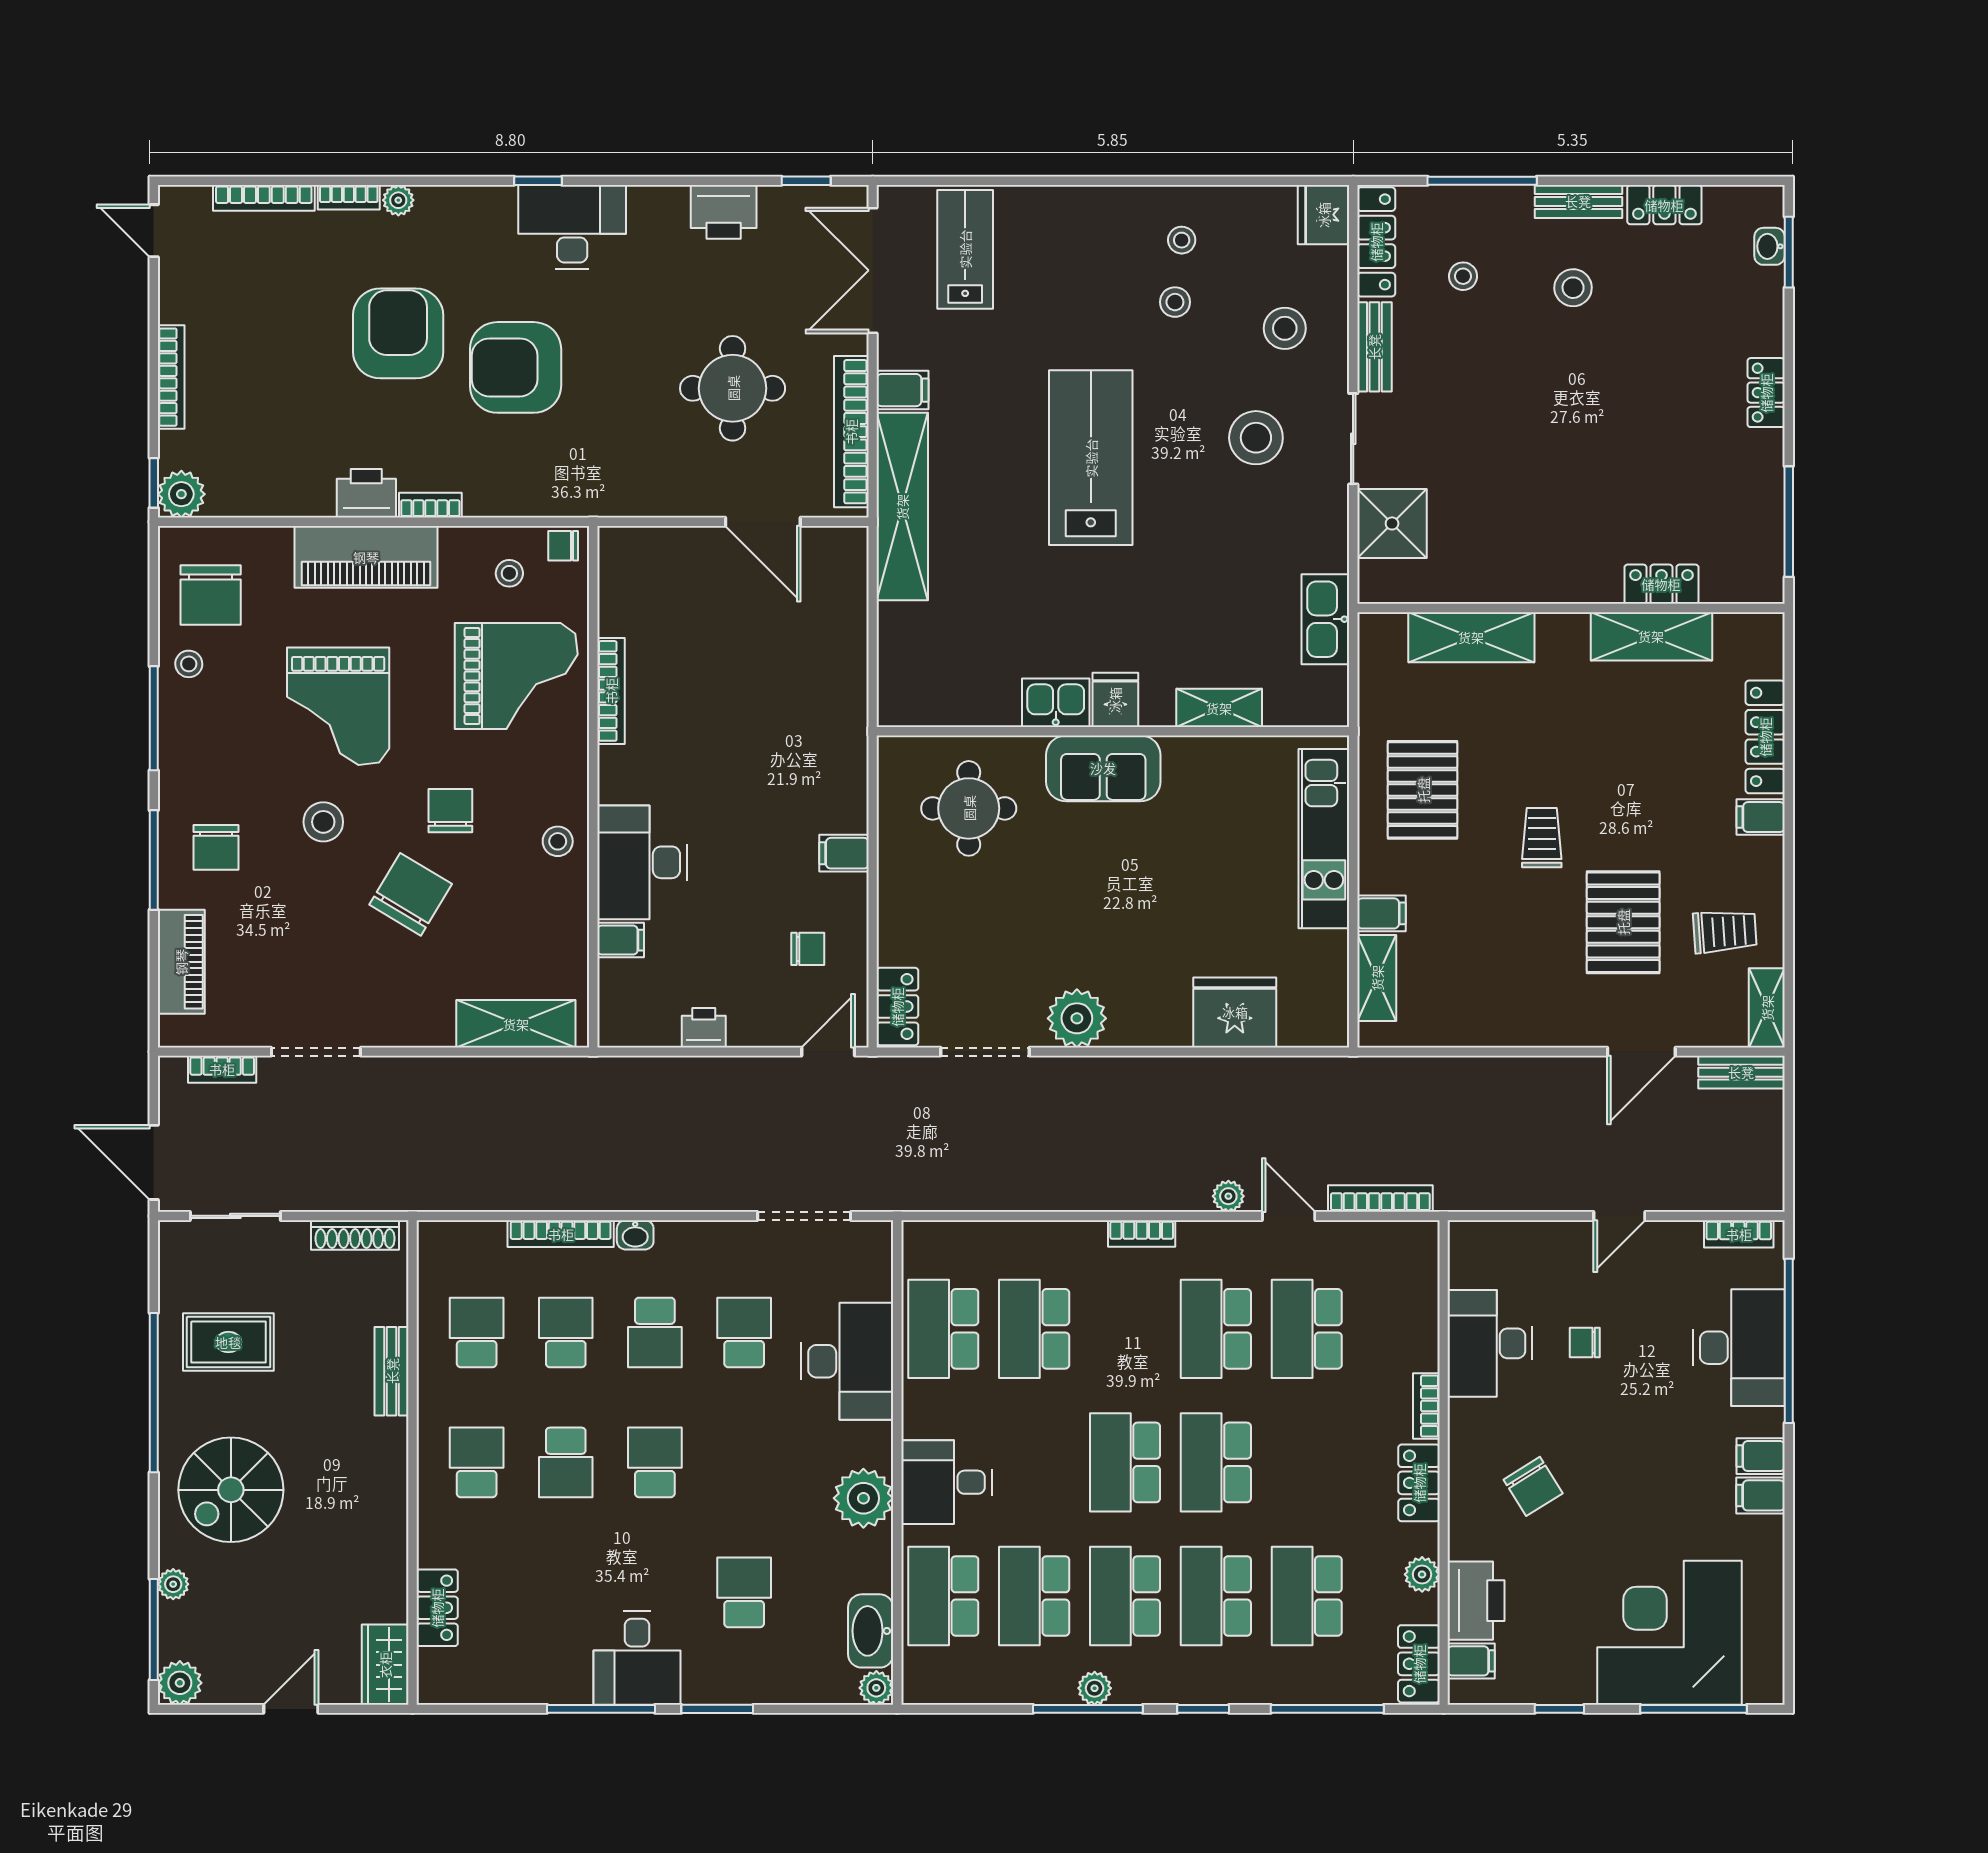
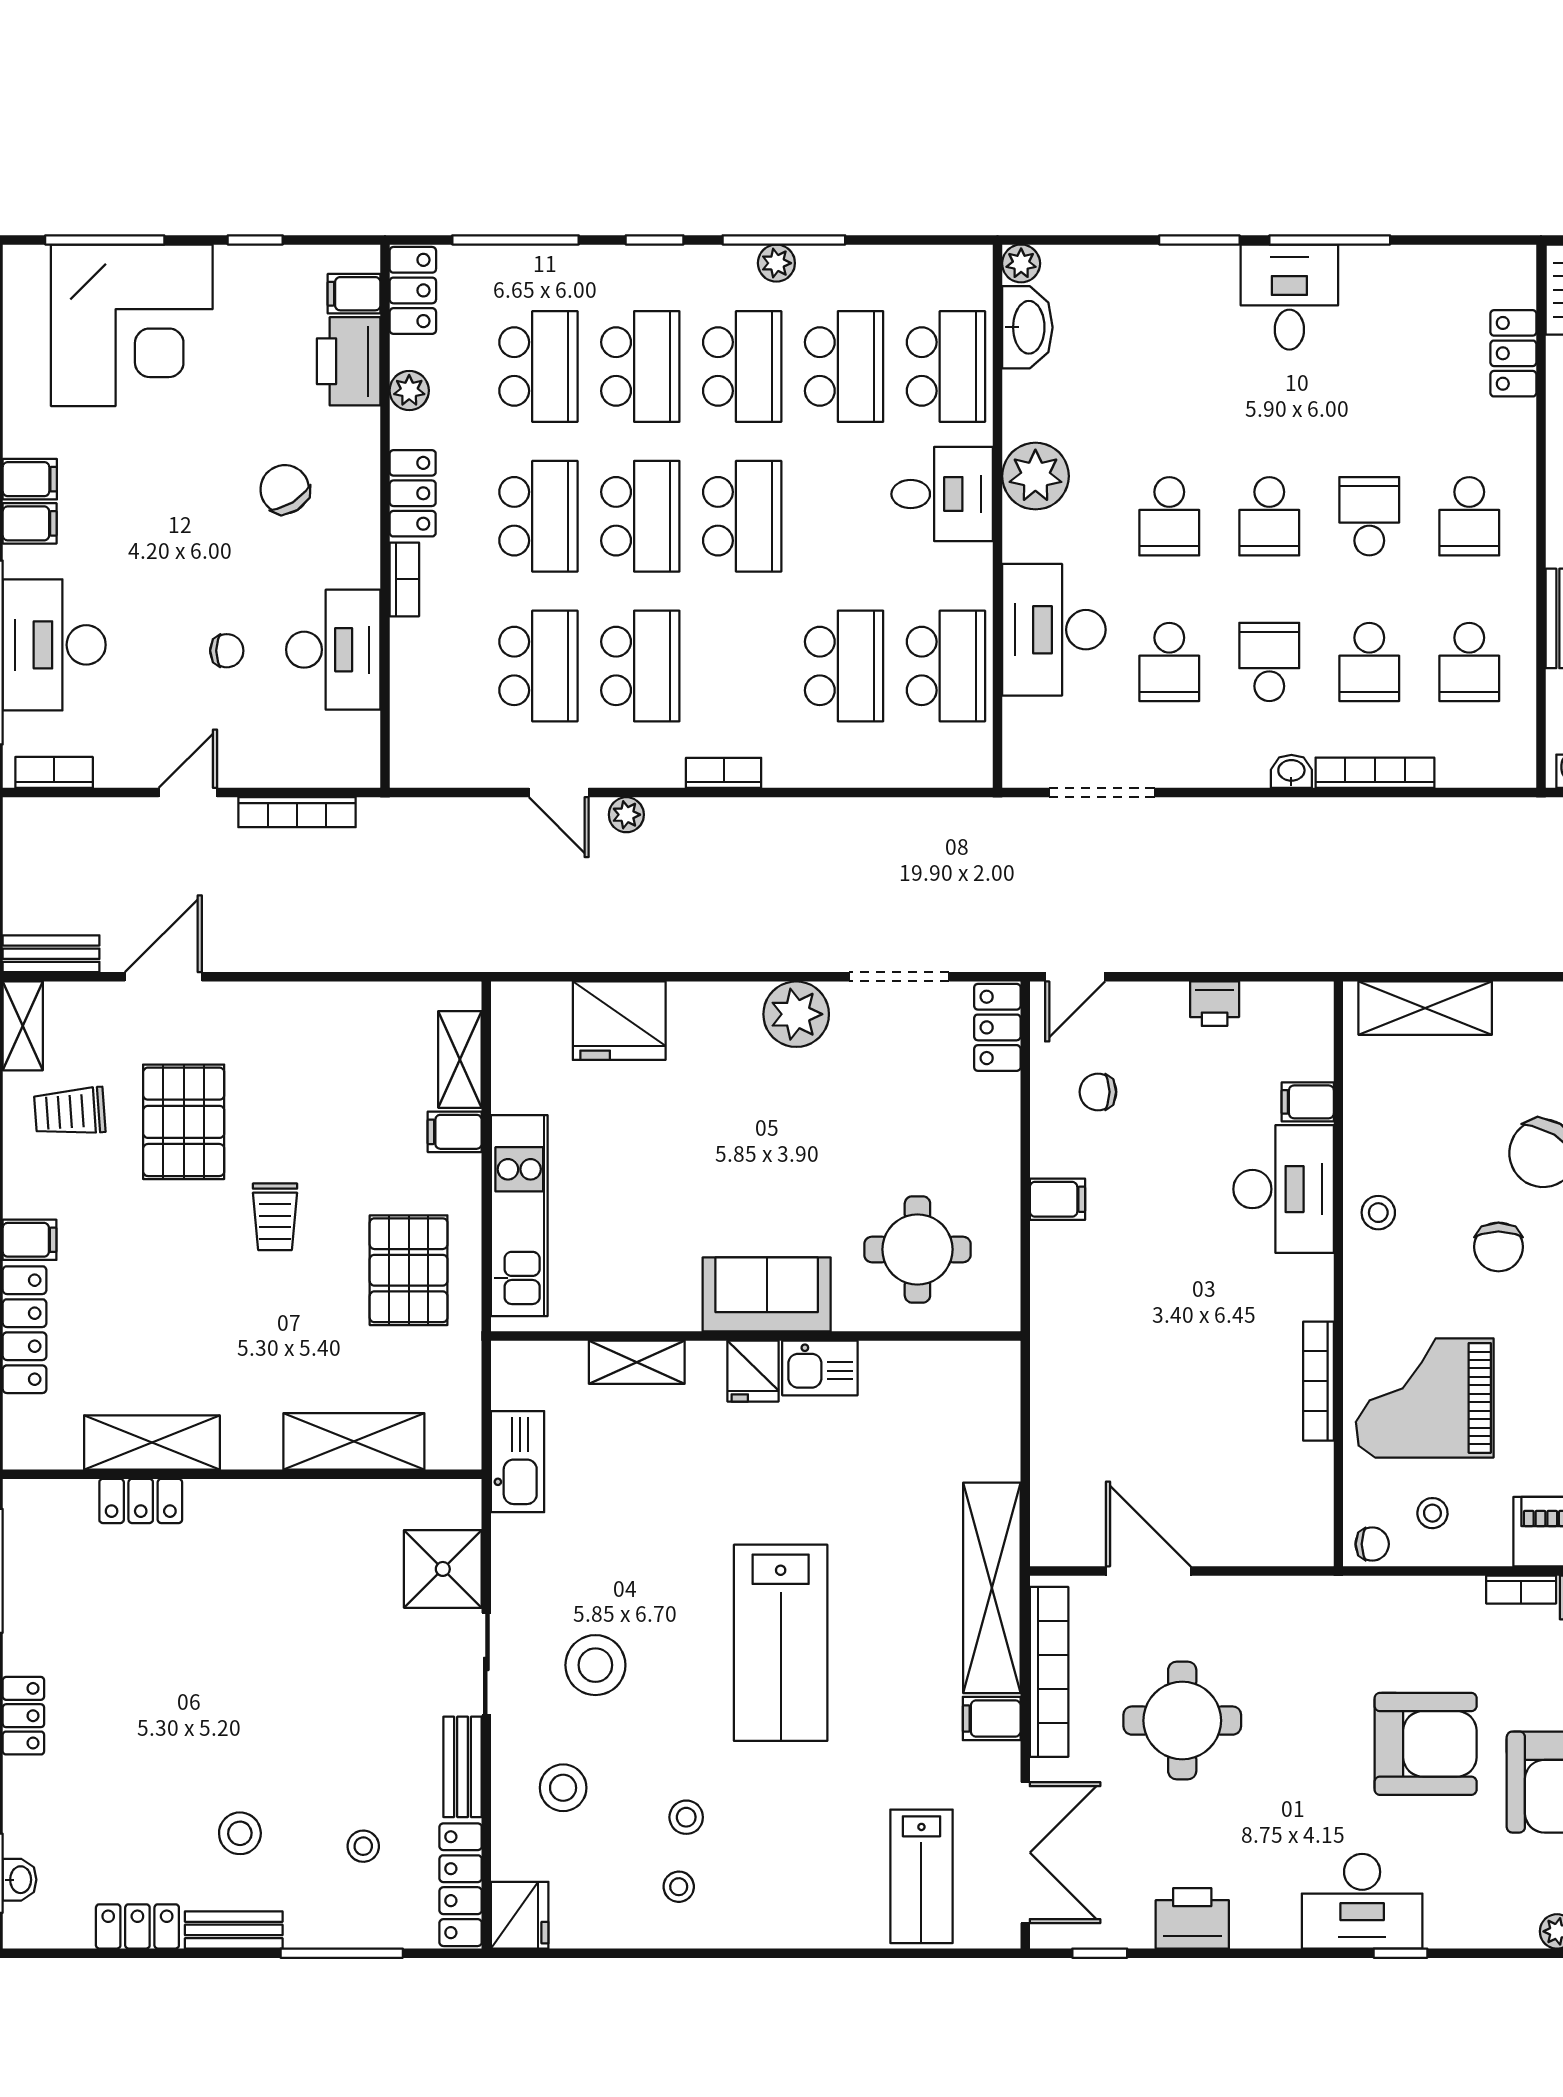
bookcase: (1380, 1198) -> (297, 812), moved
school desk: (1307, 1462) -> (538, 516), added
school desk: (744, 1592) -> (1169, 516), moved

